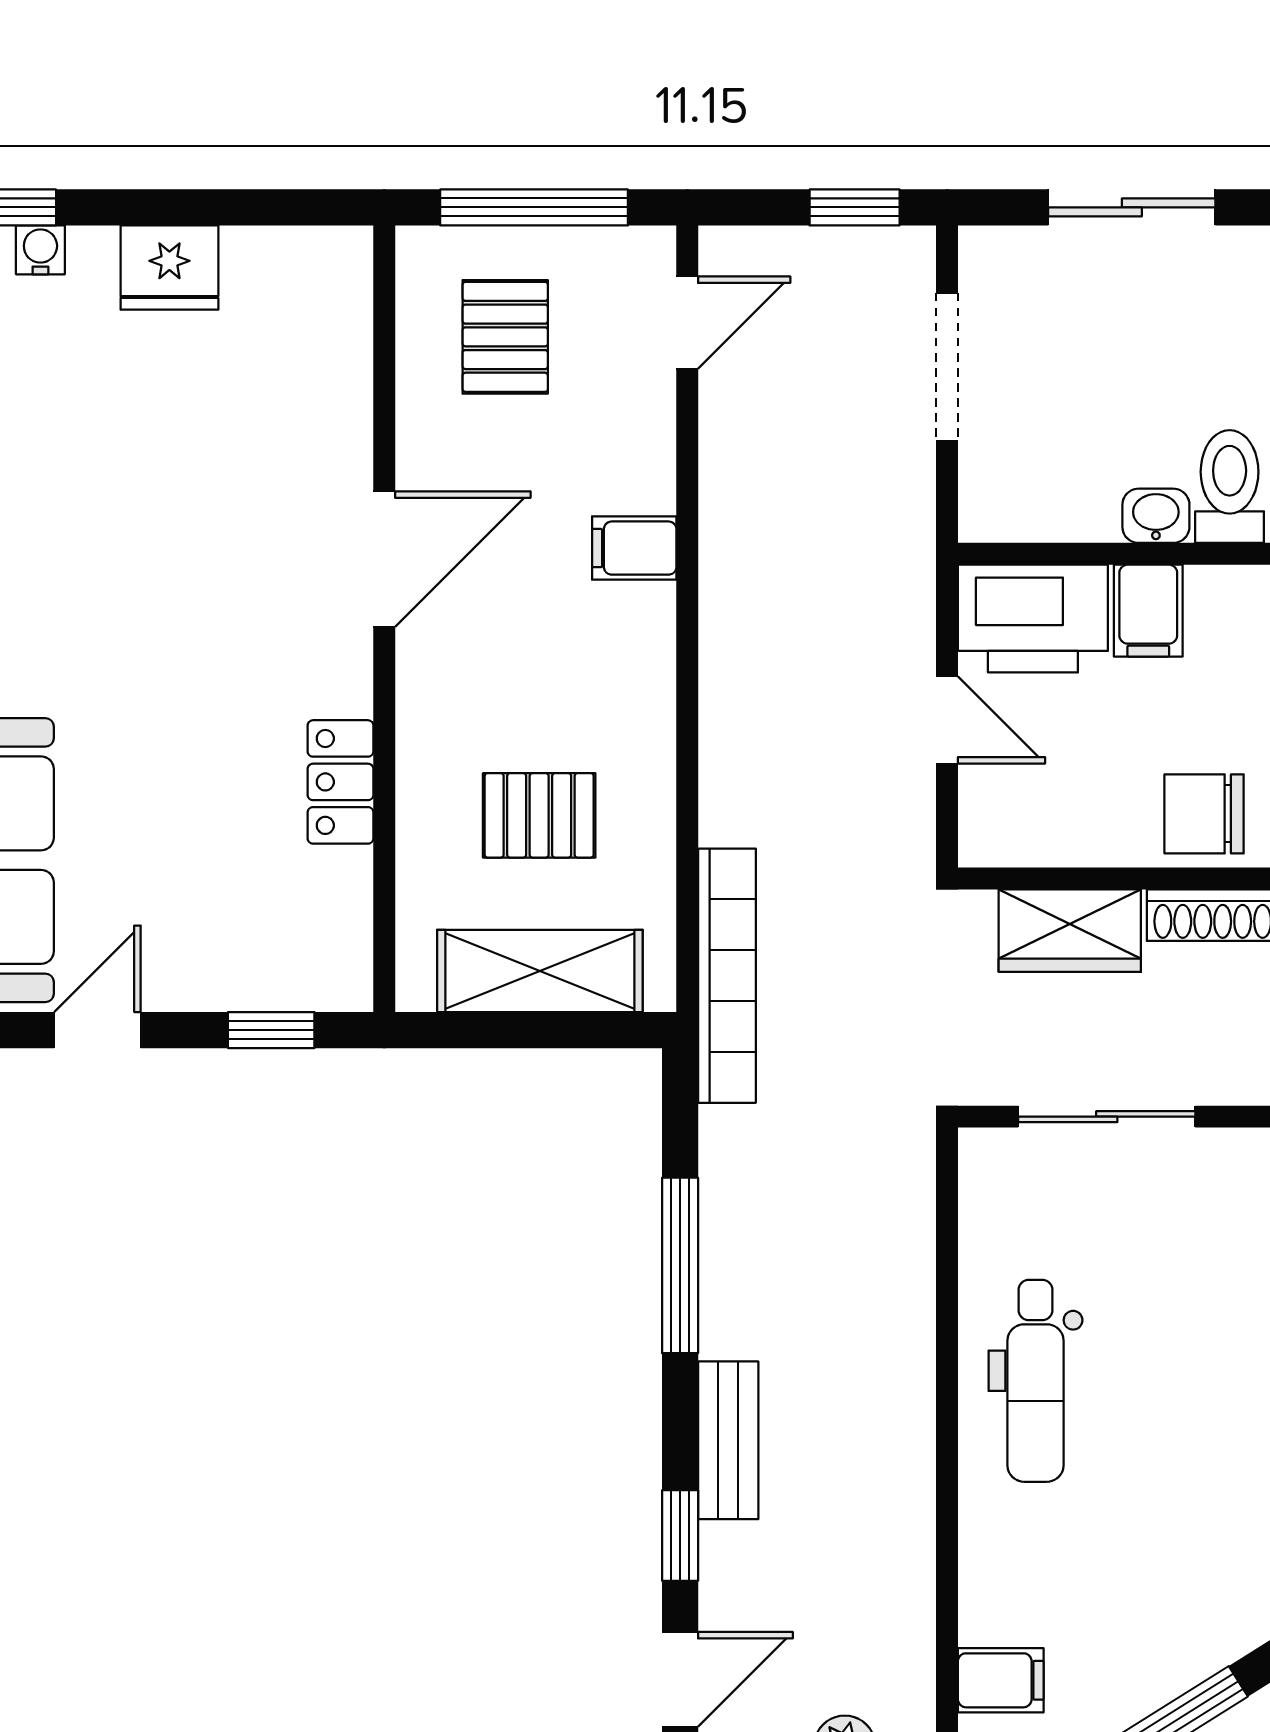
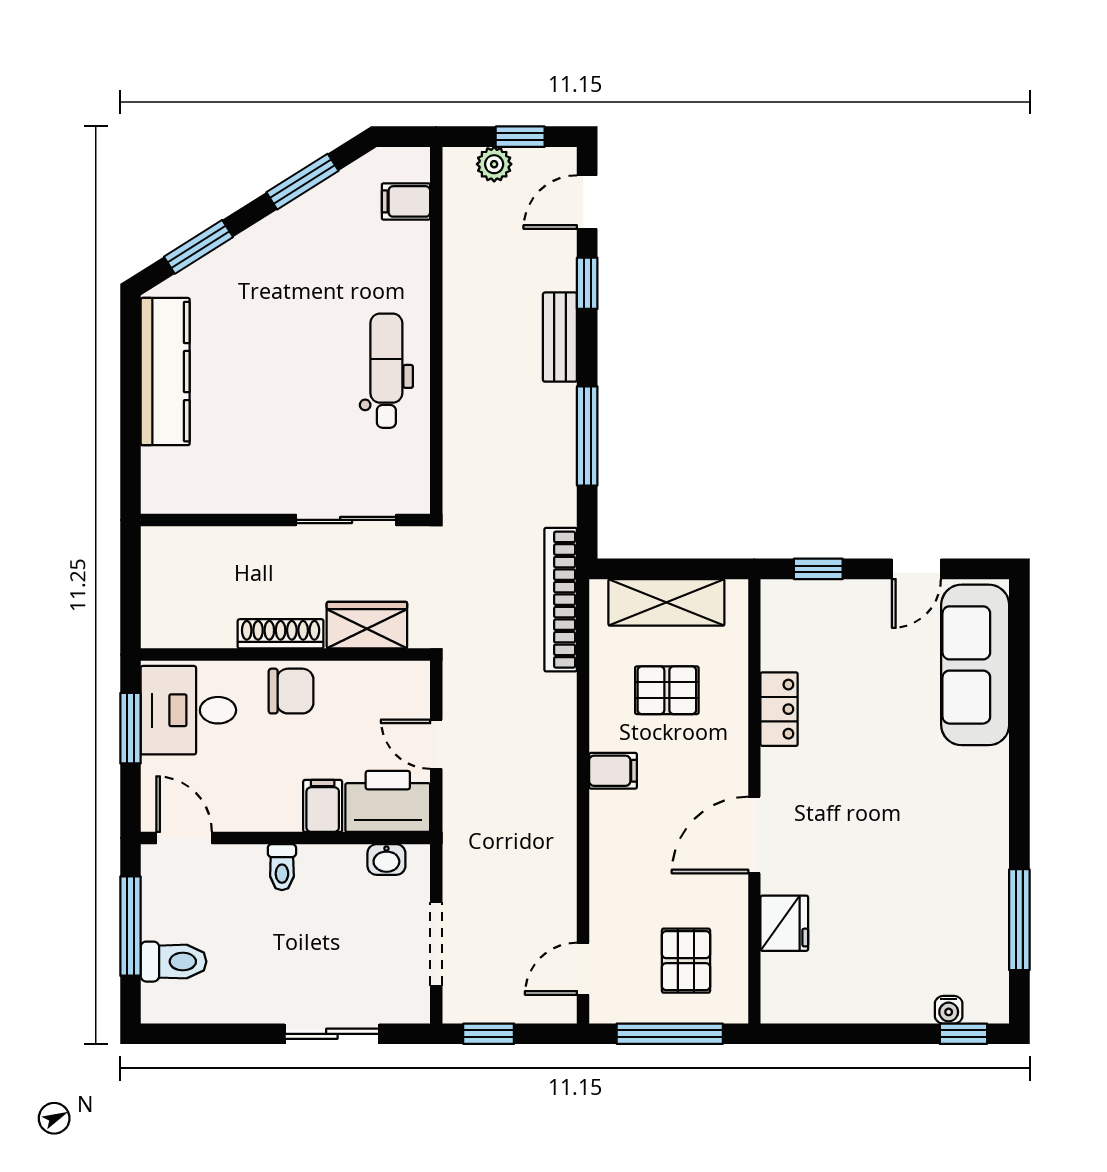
fridge: (169, 268) -> (784, 923), moved, turned 90
toilet: (1230, 486) -> (282, 867), width x0.73, depth x0.72
washbasin: (1156, 516) -> (386, 859), moved
filing cabinet: (634, 548) -> (613, 771), moved

